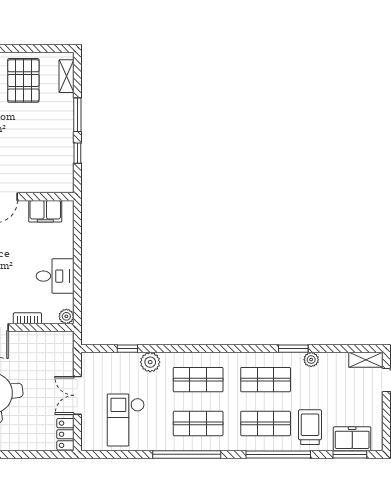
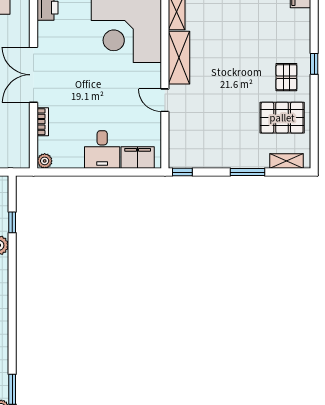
window: (77, 153) -> (182, 172), moved
filing cabinet: (45, 211) -> (138, 158), moved, turned 90
desk: (55, 276) -> (102, 150), moved

